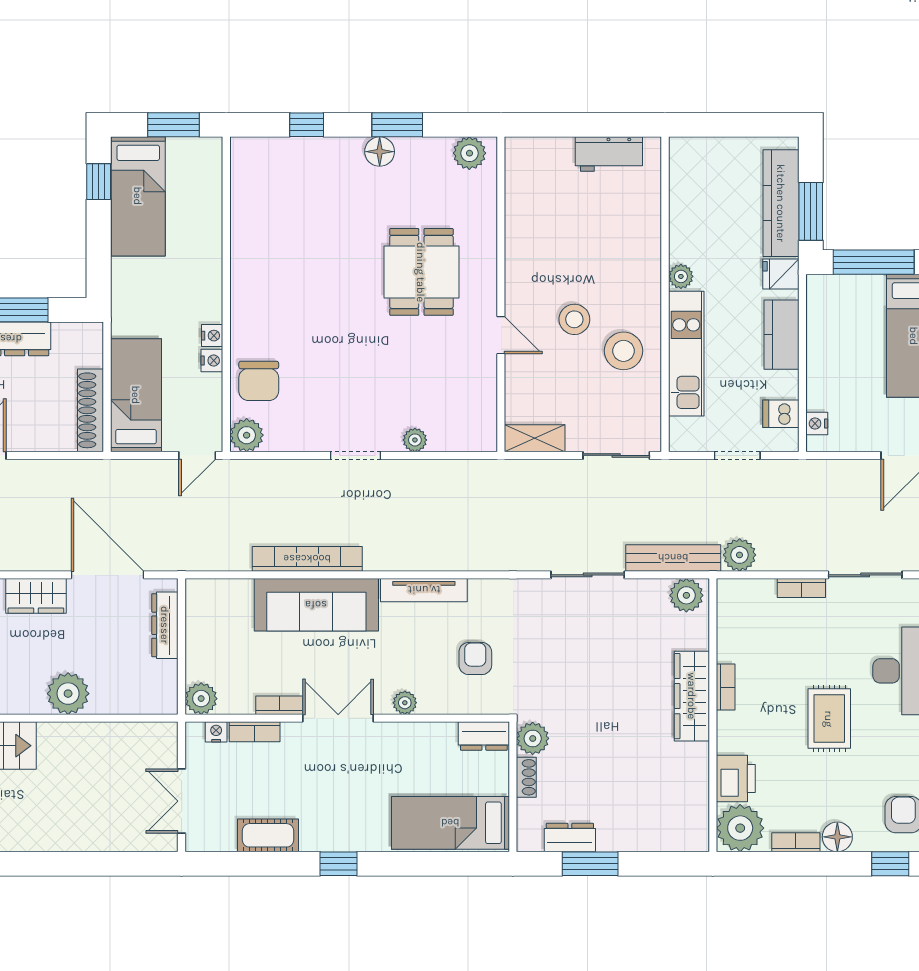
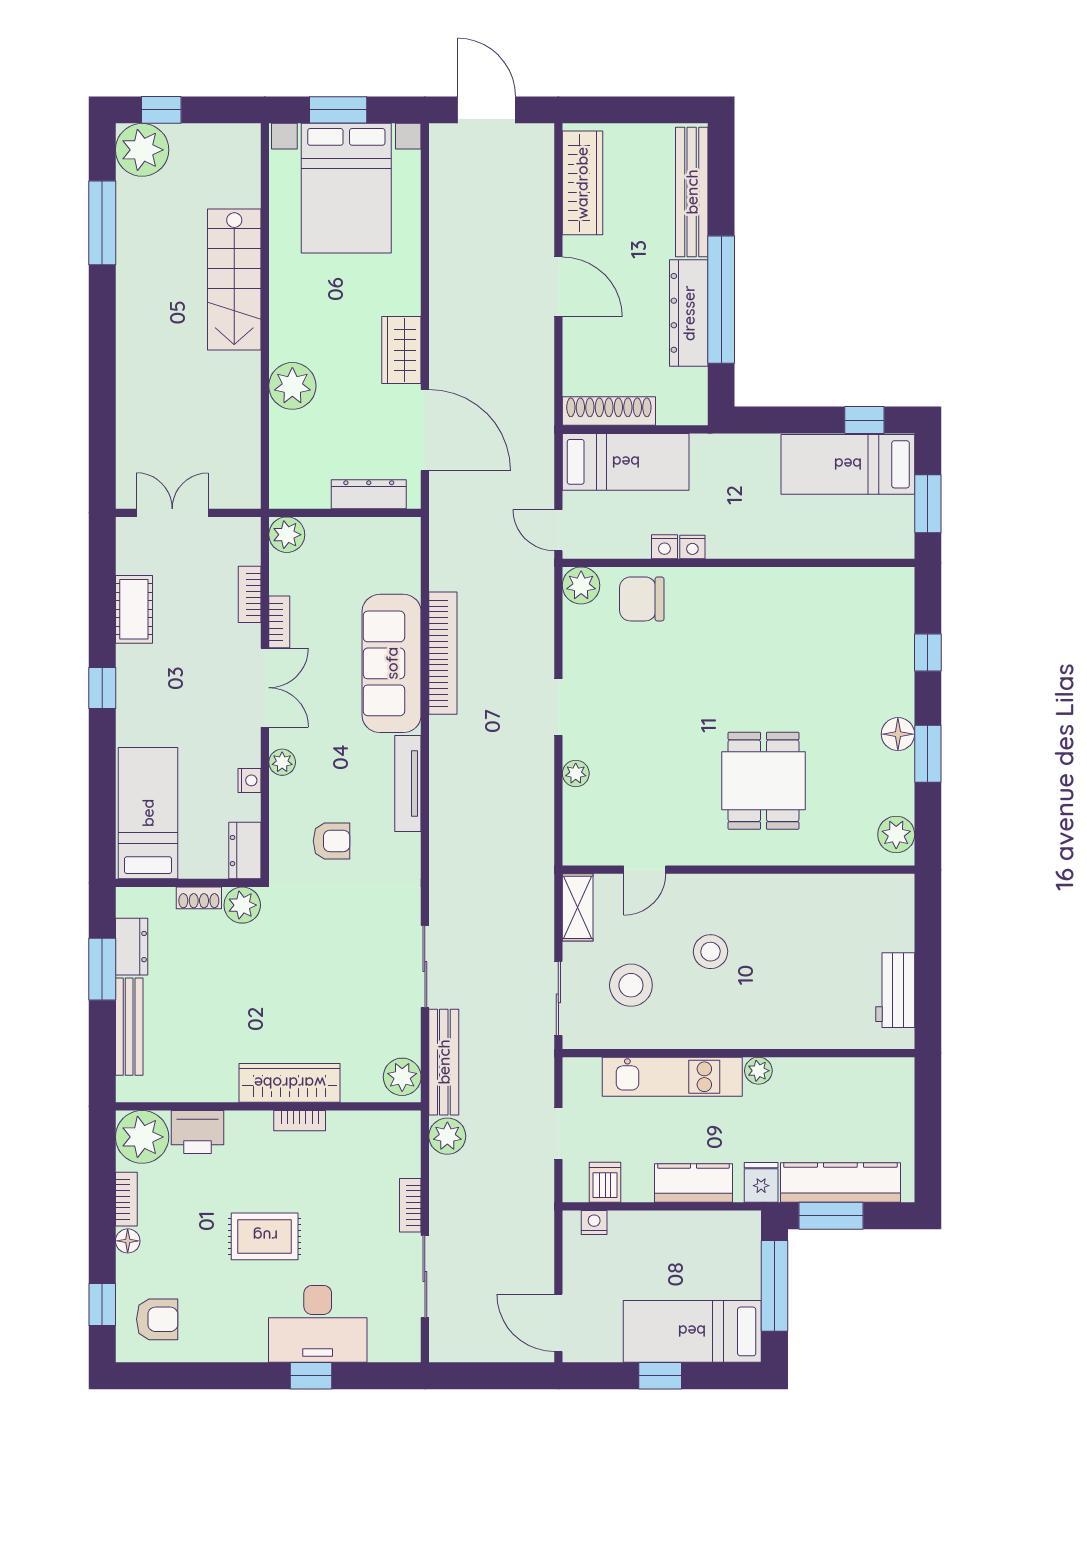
dining table: (421, 272) -> (763, 781), turned 90
door: (501, 335) -> (645, 870), moved
stool: (623, 351) -> (631, 985), moved
door: (108, 575) -> (425, 430), hinge flipped
nightstand: (216, 732) -> (249, 780), moved
floor lamp: (837, 837) -> (128, 1241), width x0.73, depth x0.73
bench: (641, 840) -> (129, 1027), added

